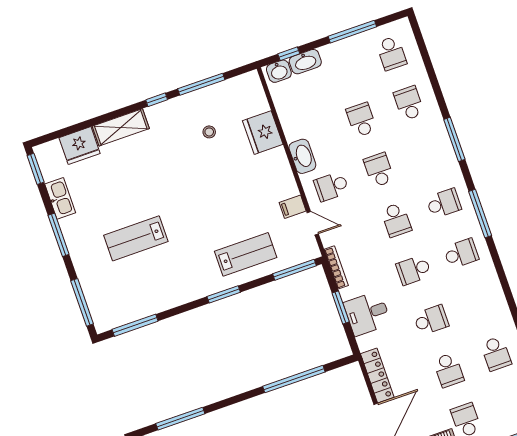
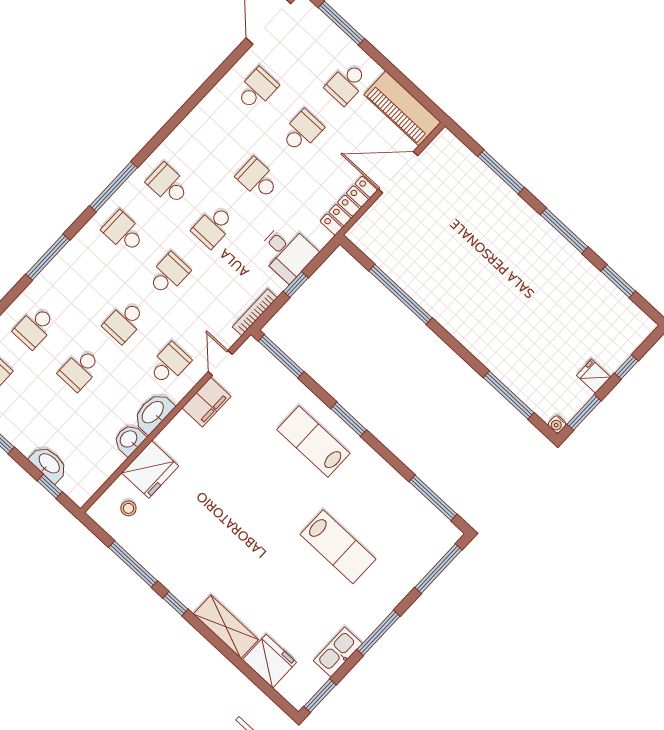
washbasin: (279, 71) -> (129, 439), moved, turned -90
stool: (209, 132) -> (128, 508), moved
school desk: (331, 186) -> (169, 364), turned -90
filing cabinet: (293, 207) -> (207, 402), width x2.00
lab bench: (246, 254) -> (313, 442), moved
school desk: (414, 270) -> (213, 227), turned 90
window: (341, 307) -> (296, 285), width x0.67

